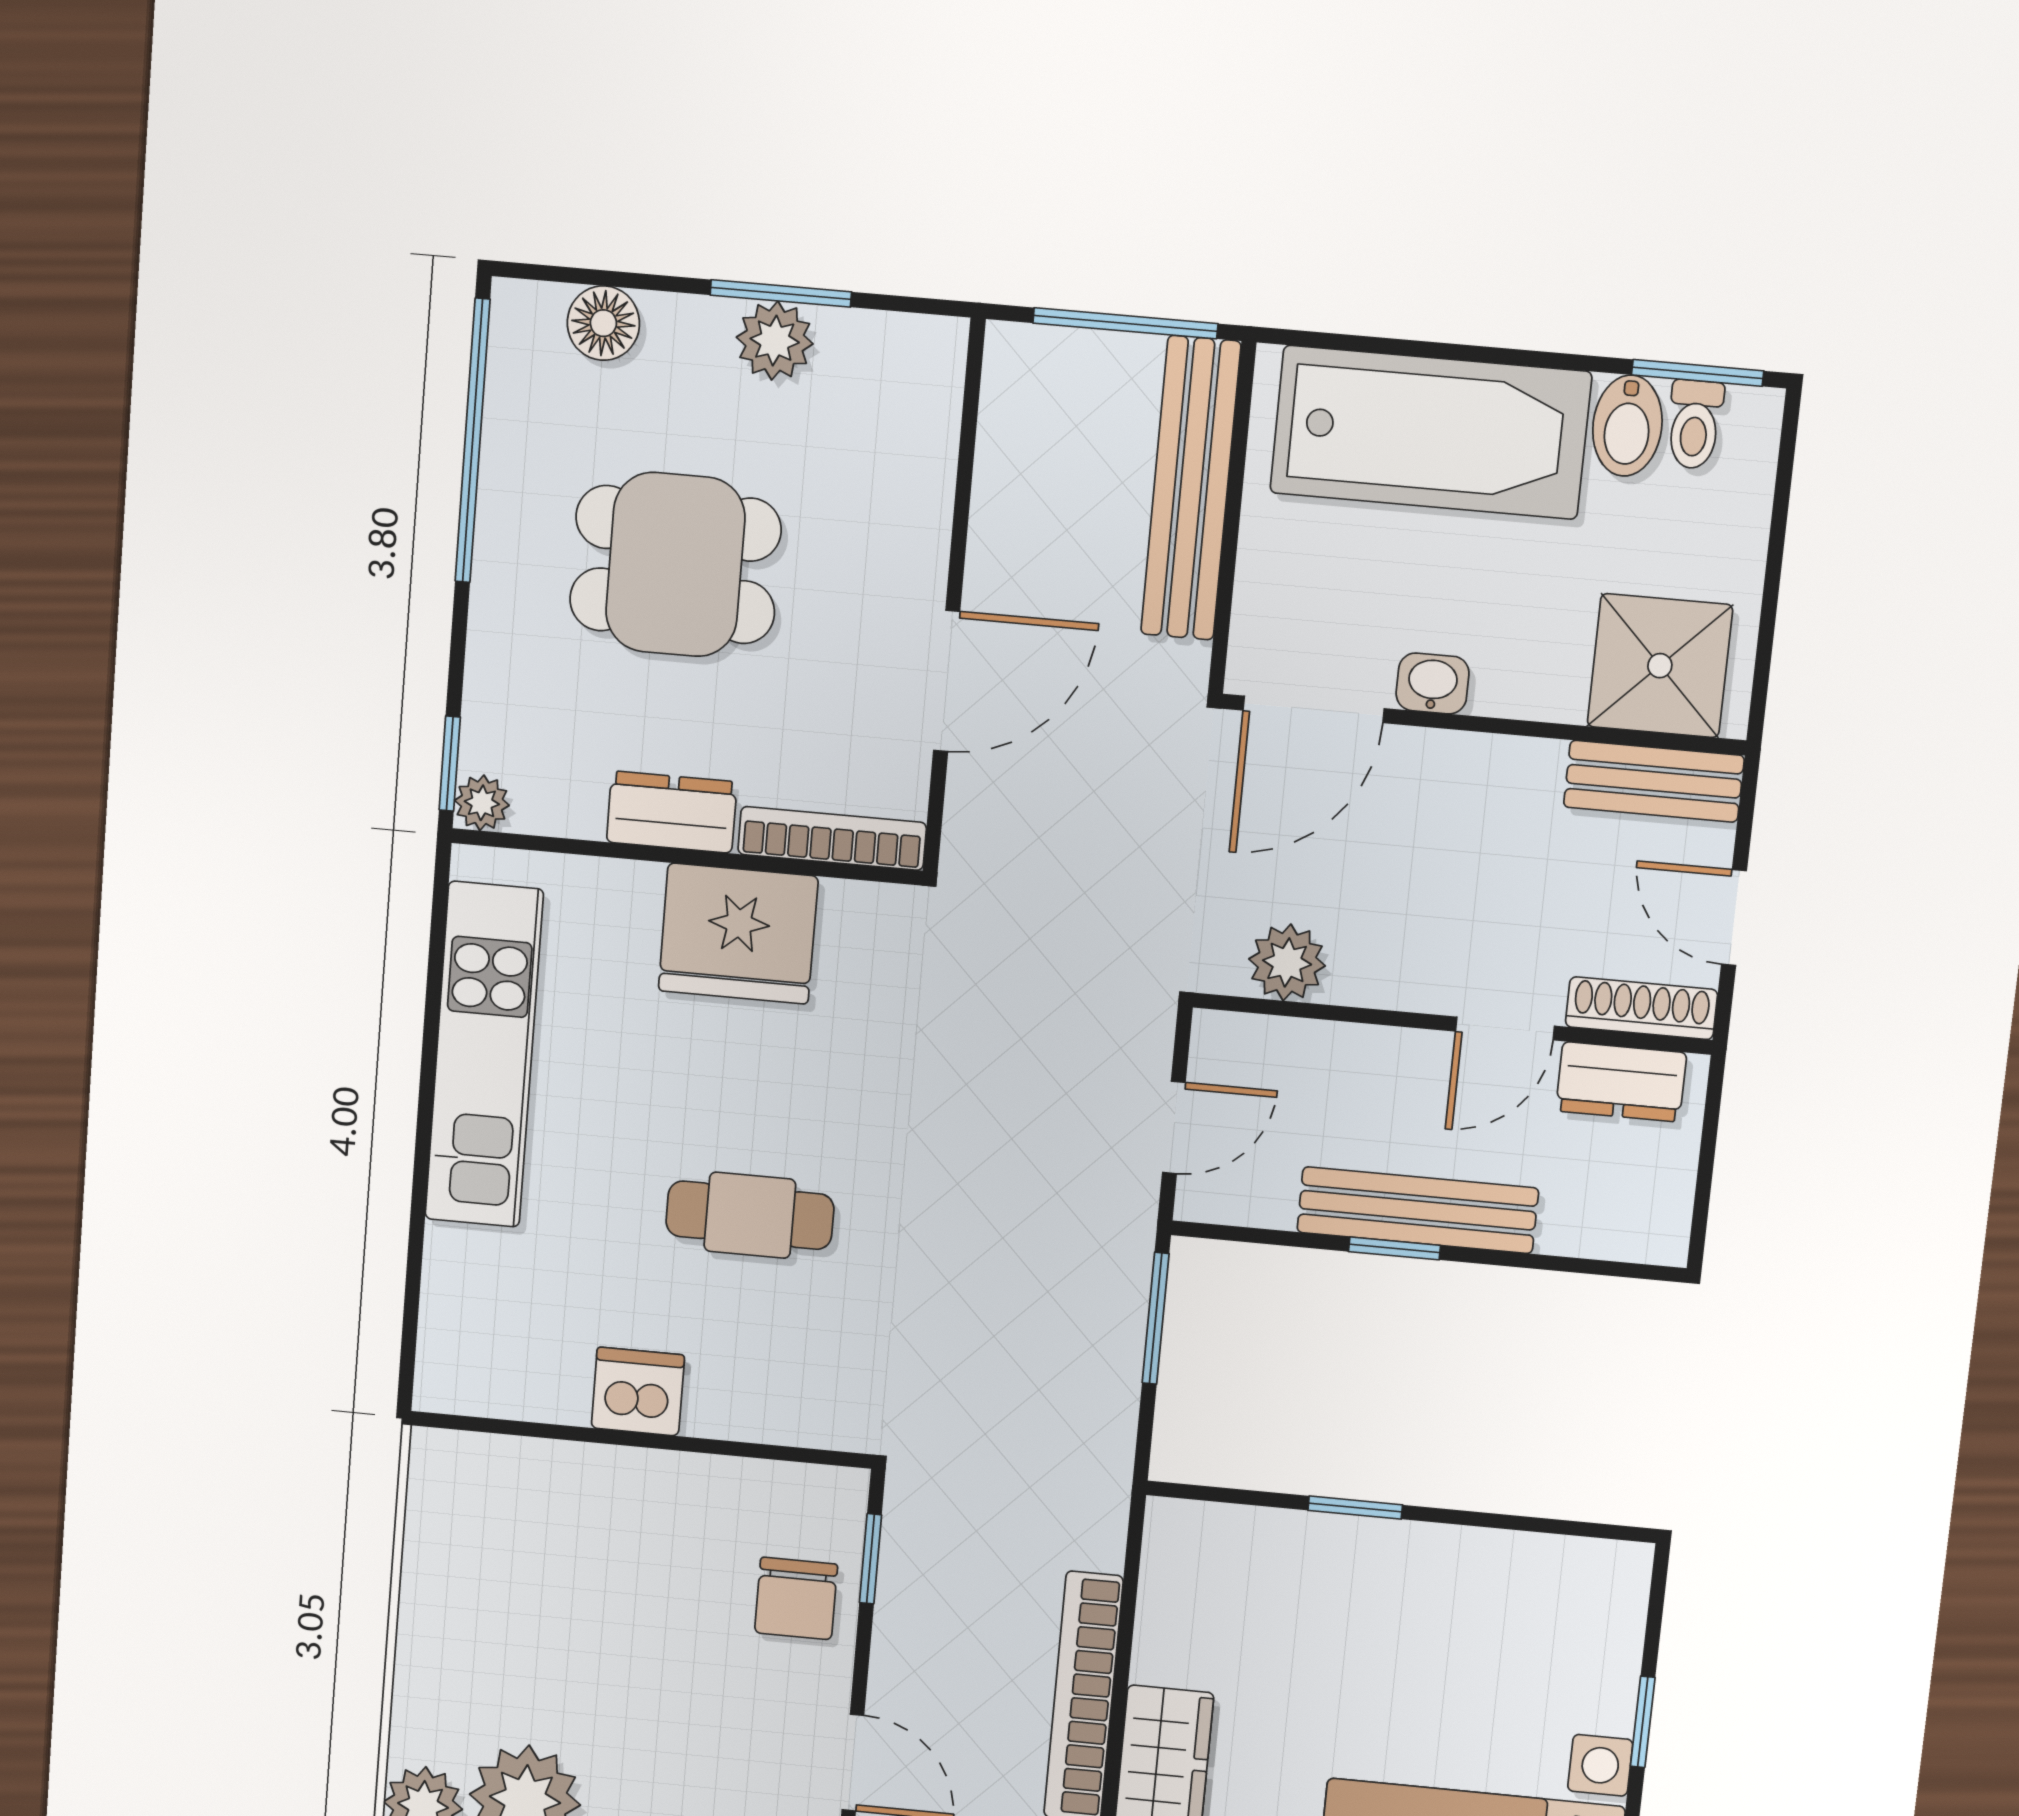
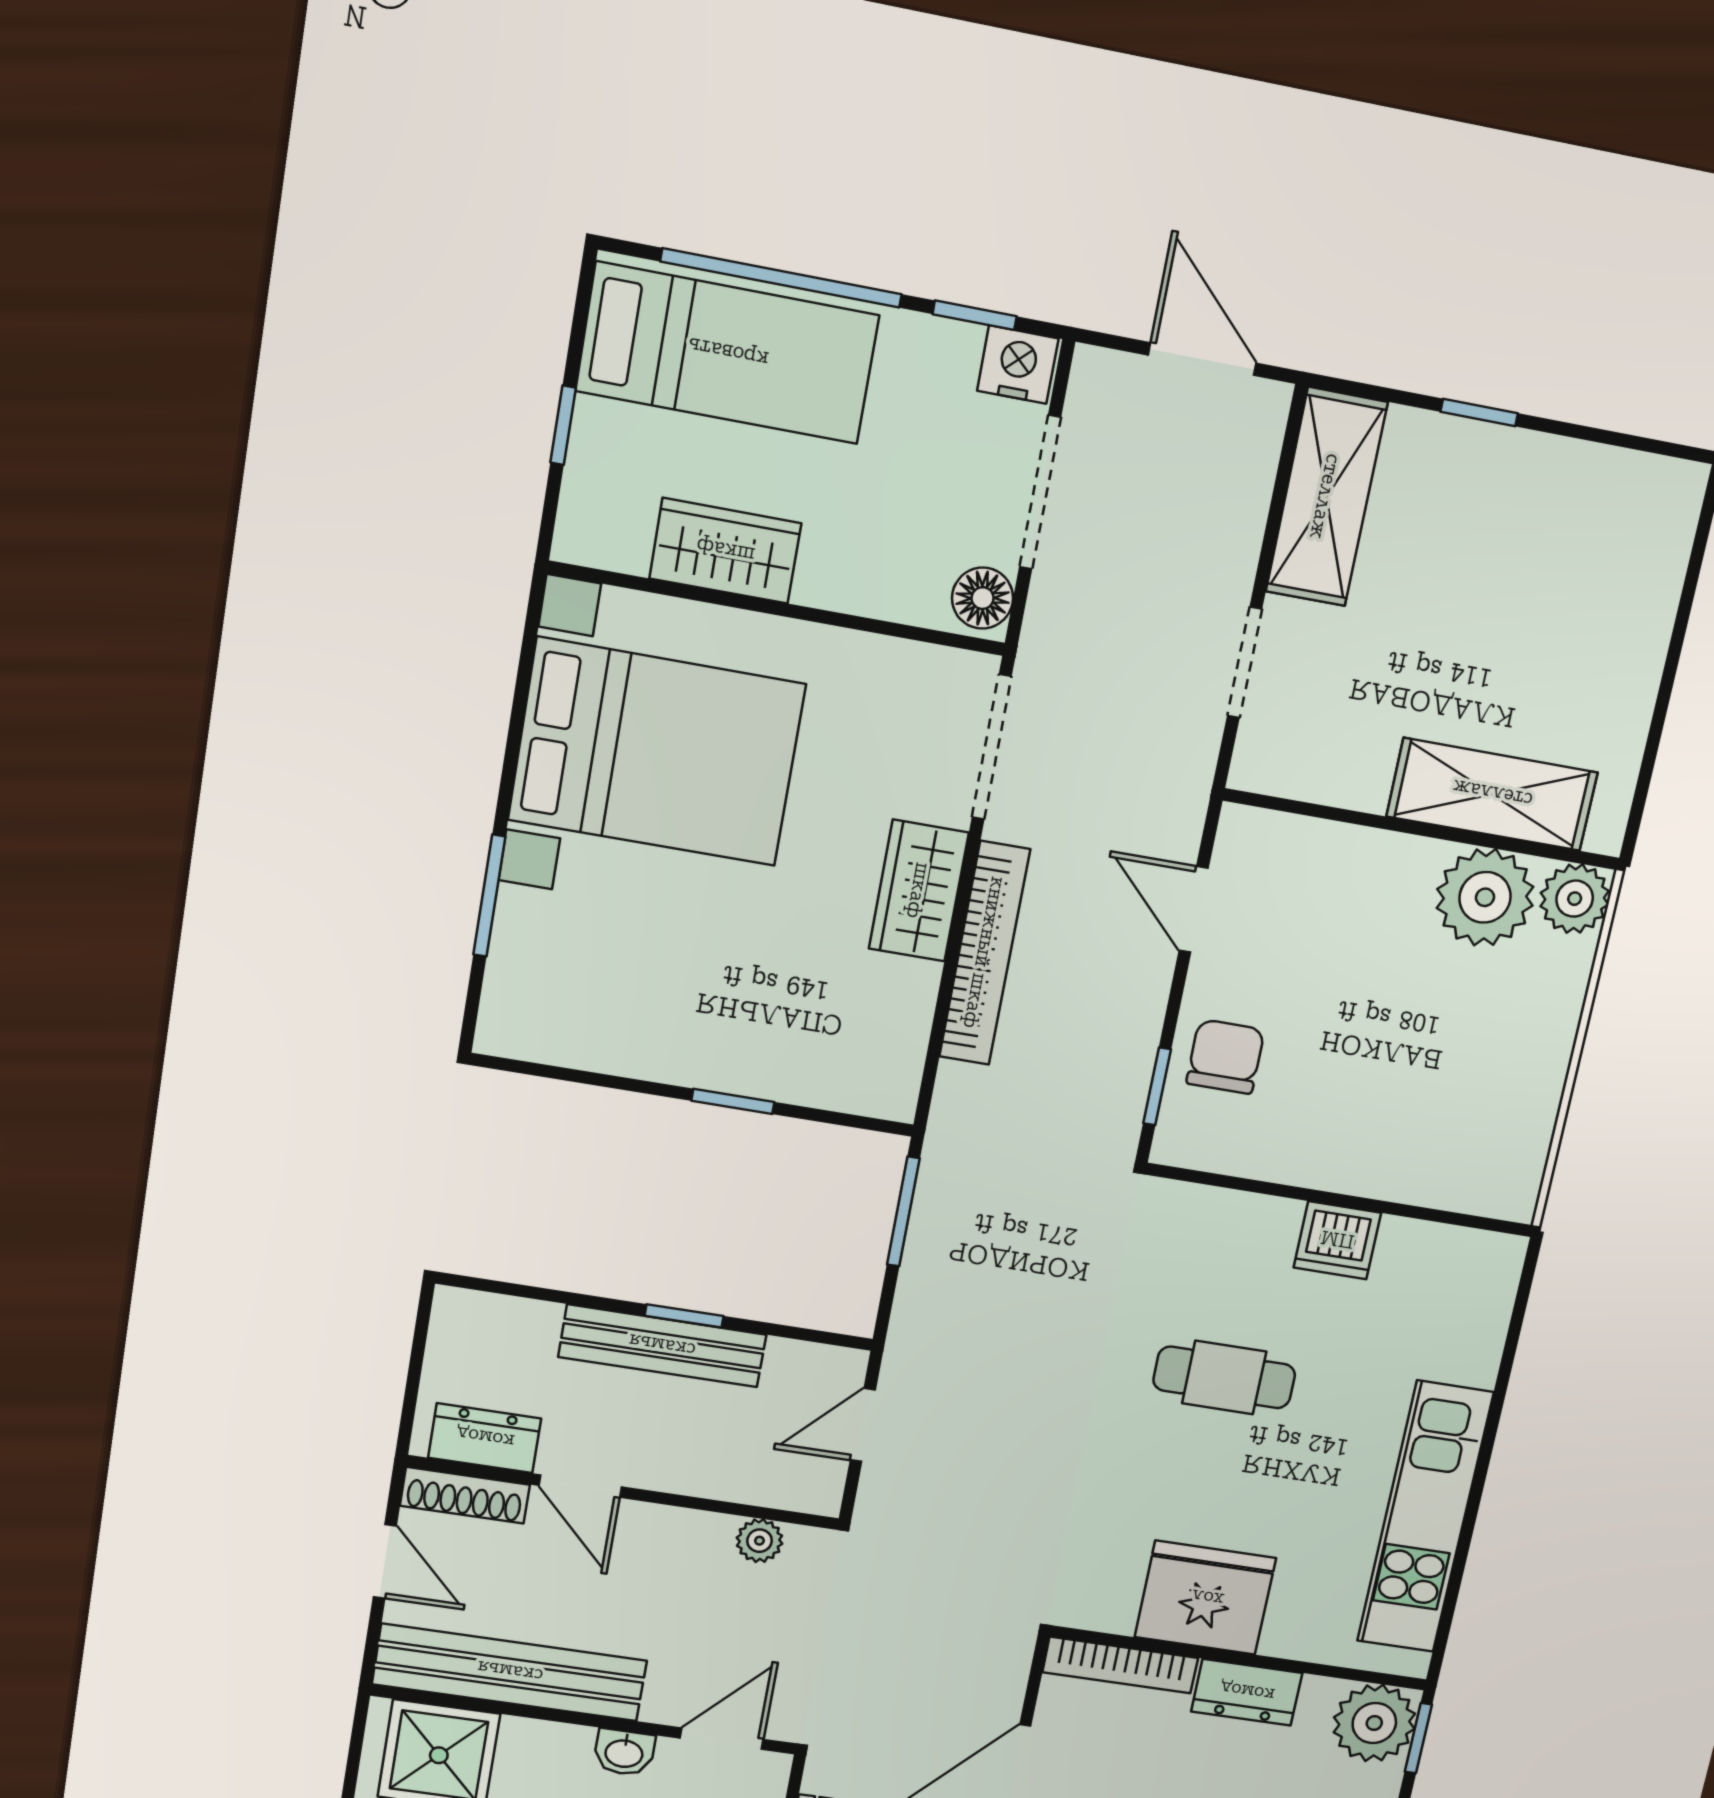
door: (1314, 709) -> (722, 1739), width x0.73
bench: (1654, 781) -> (510, 1672), width x1.86, depth x1.21
plant: (482, 803) -> (1374, 1723), width x1.88, depth x1.88
plant: (1287, 962) -> (759, 1541), width x0.73, depth x0.73
door: (1505, 1029) -> (580, 1486), swing flipped
window: (1156, 1318) -> (903, 1212), moved
window: (1643, 1722) -> (489, 896), width x1.50

